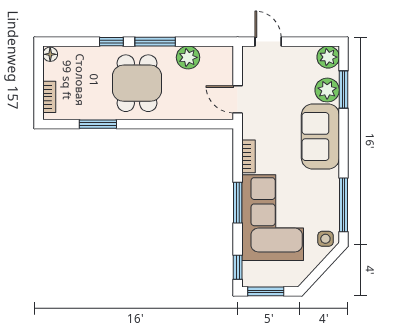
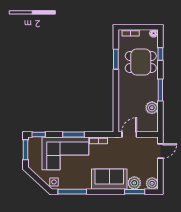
window: (111, 42) -> (160, 54), moved
dining table: (137, 83) -> (141, 62), moved

